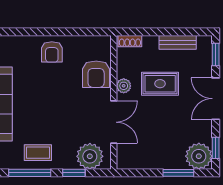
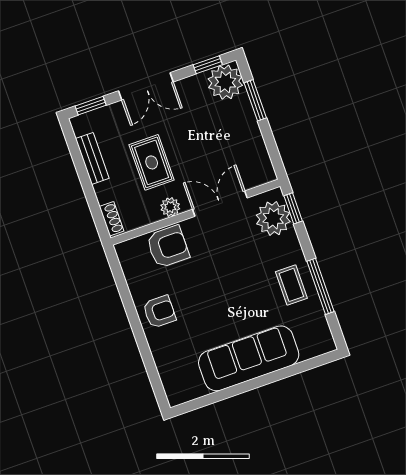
window: (74, 173) -> (293, 208), moved

